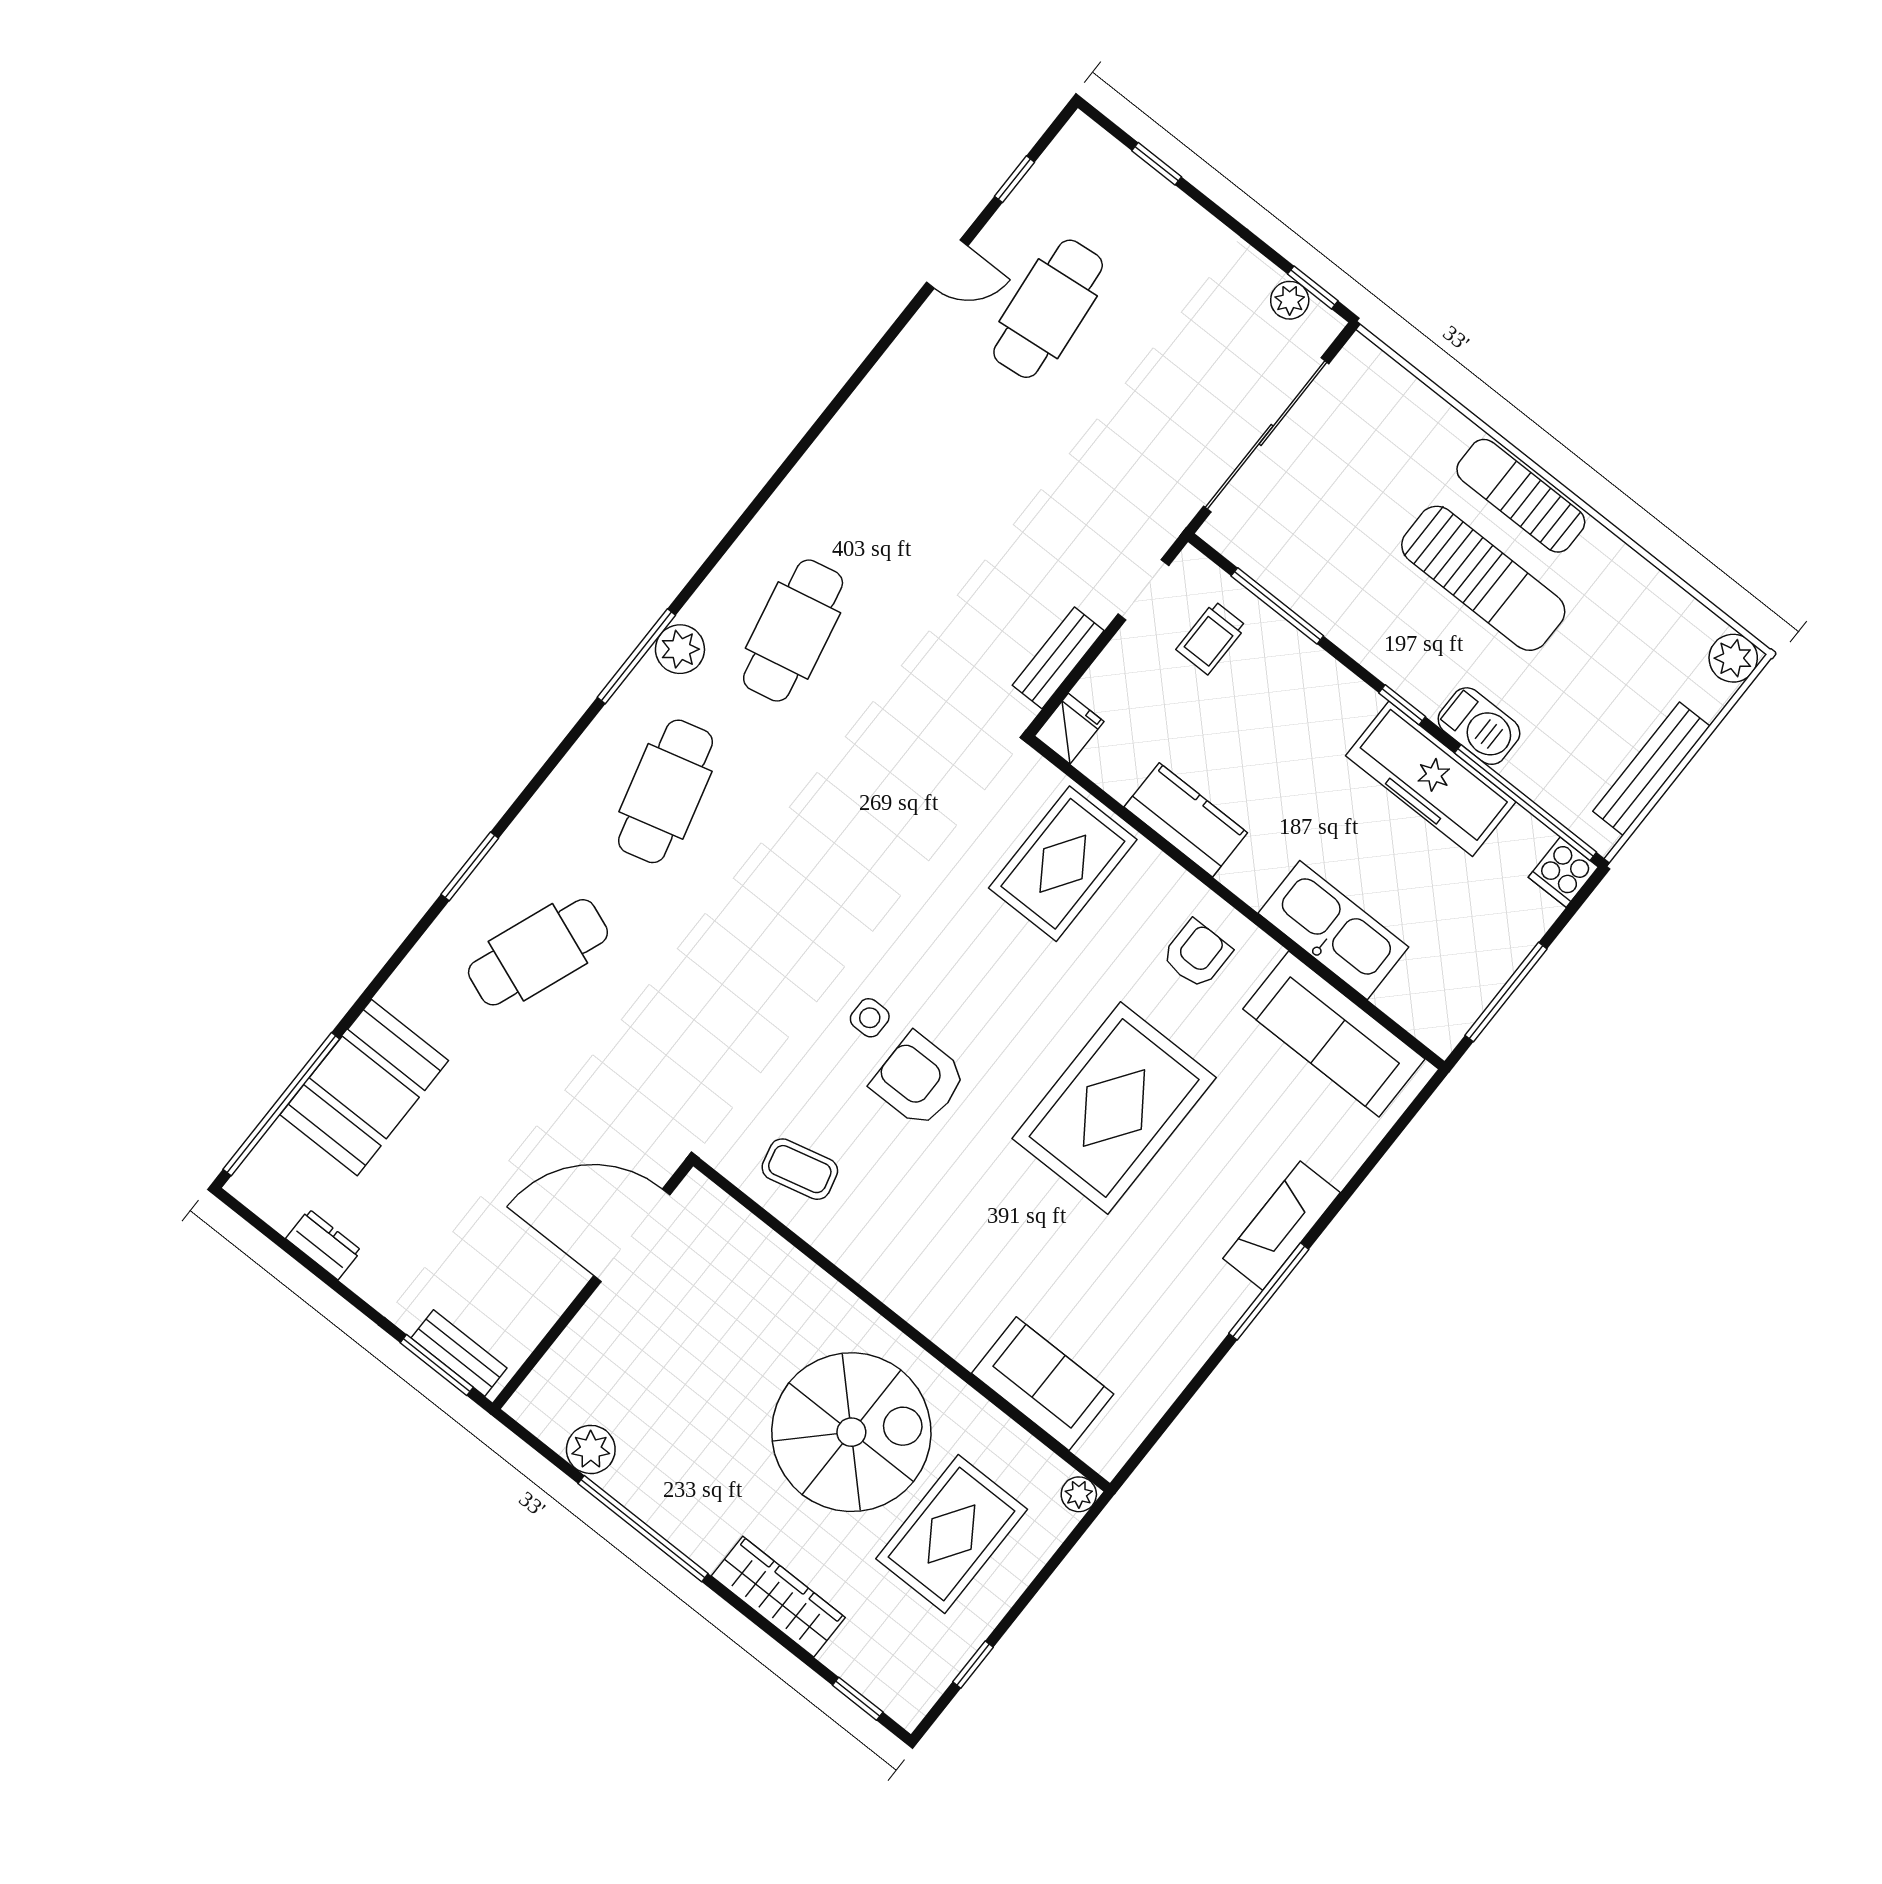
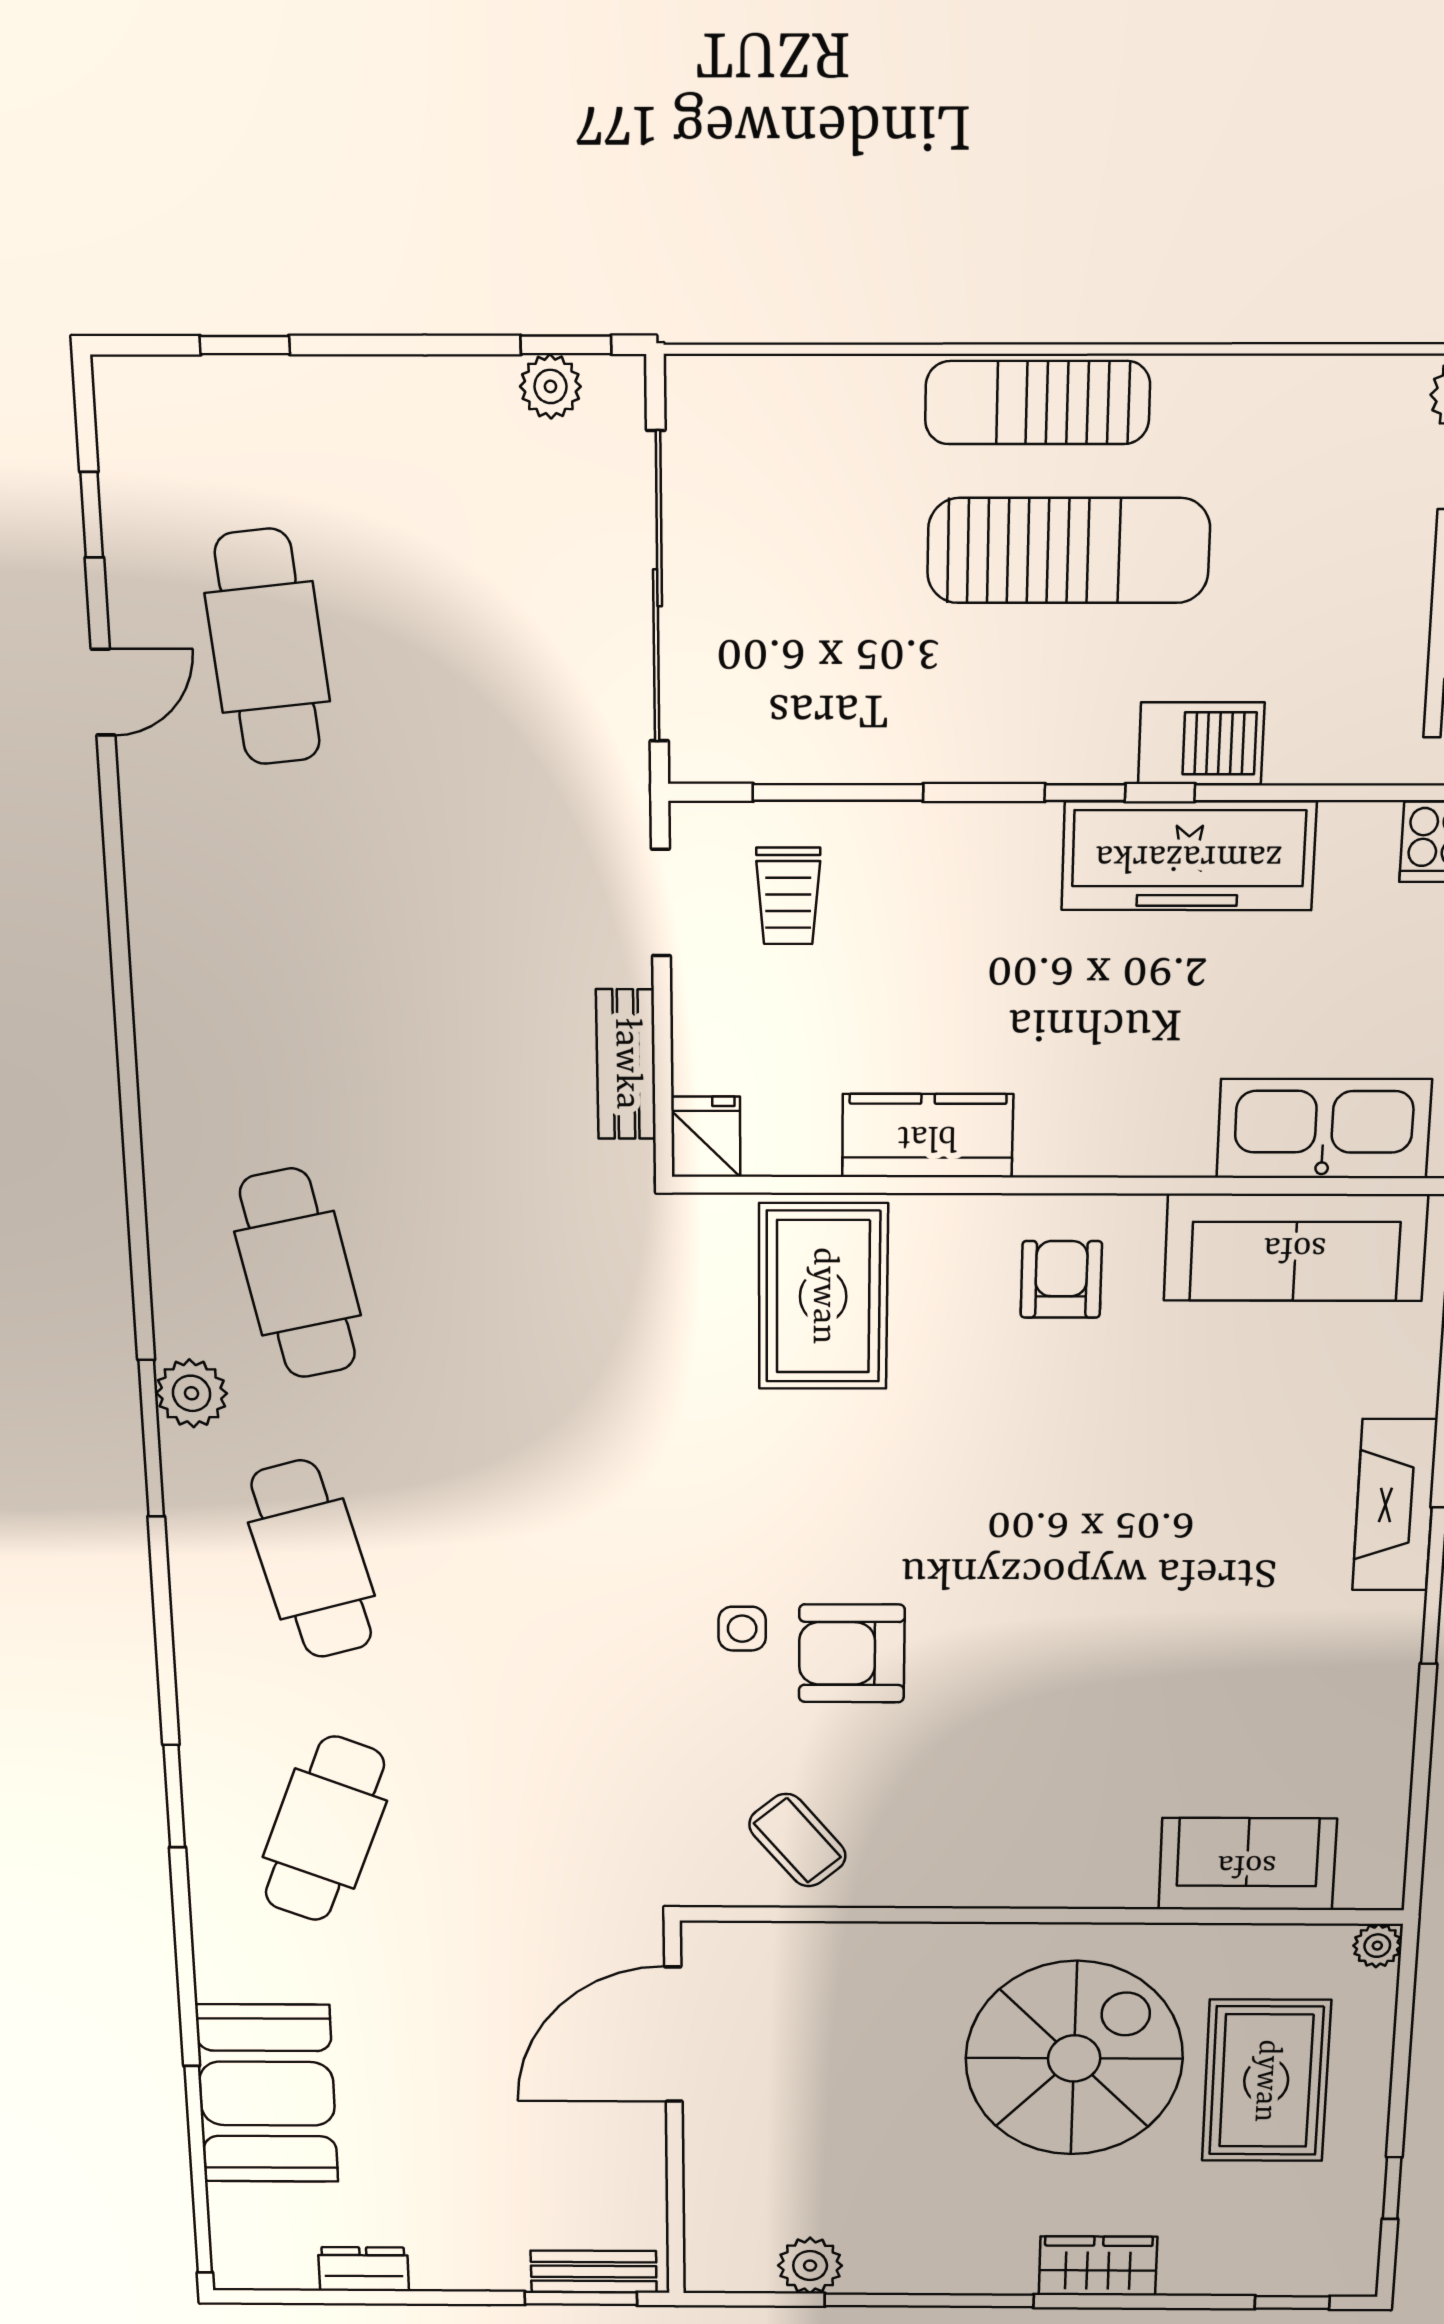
kitchen sink: (1333, 930) -> (1324, 1129), moved
rug: (1114, 1108) -> (1099, 1520), removed
coffee table: (800, 1169) -> (797, 1840), turned 64
wardrobe: (778, 1597) -> (1098, 2266), width x0.67

